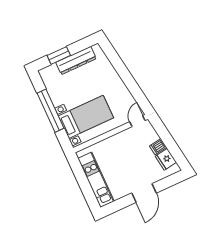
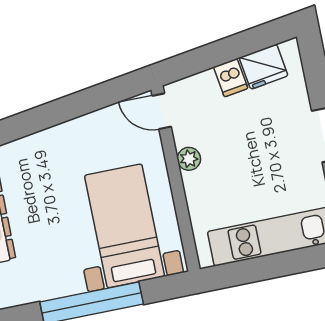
plant: (120, 137) -> (189, 159), added

